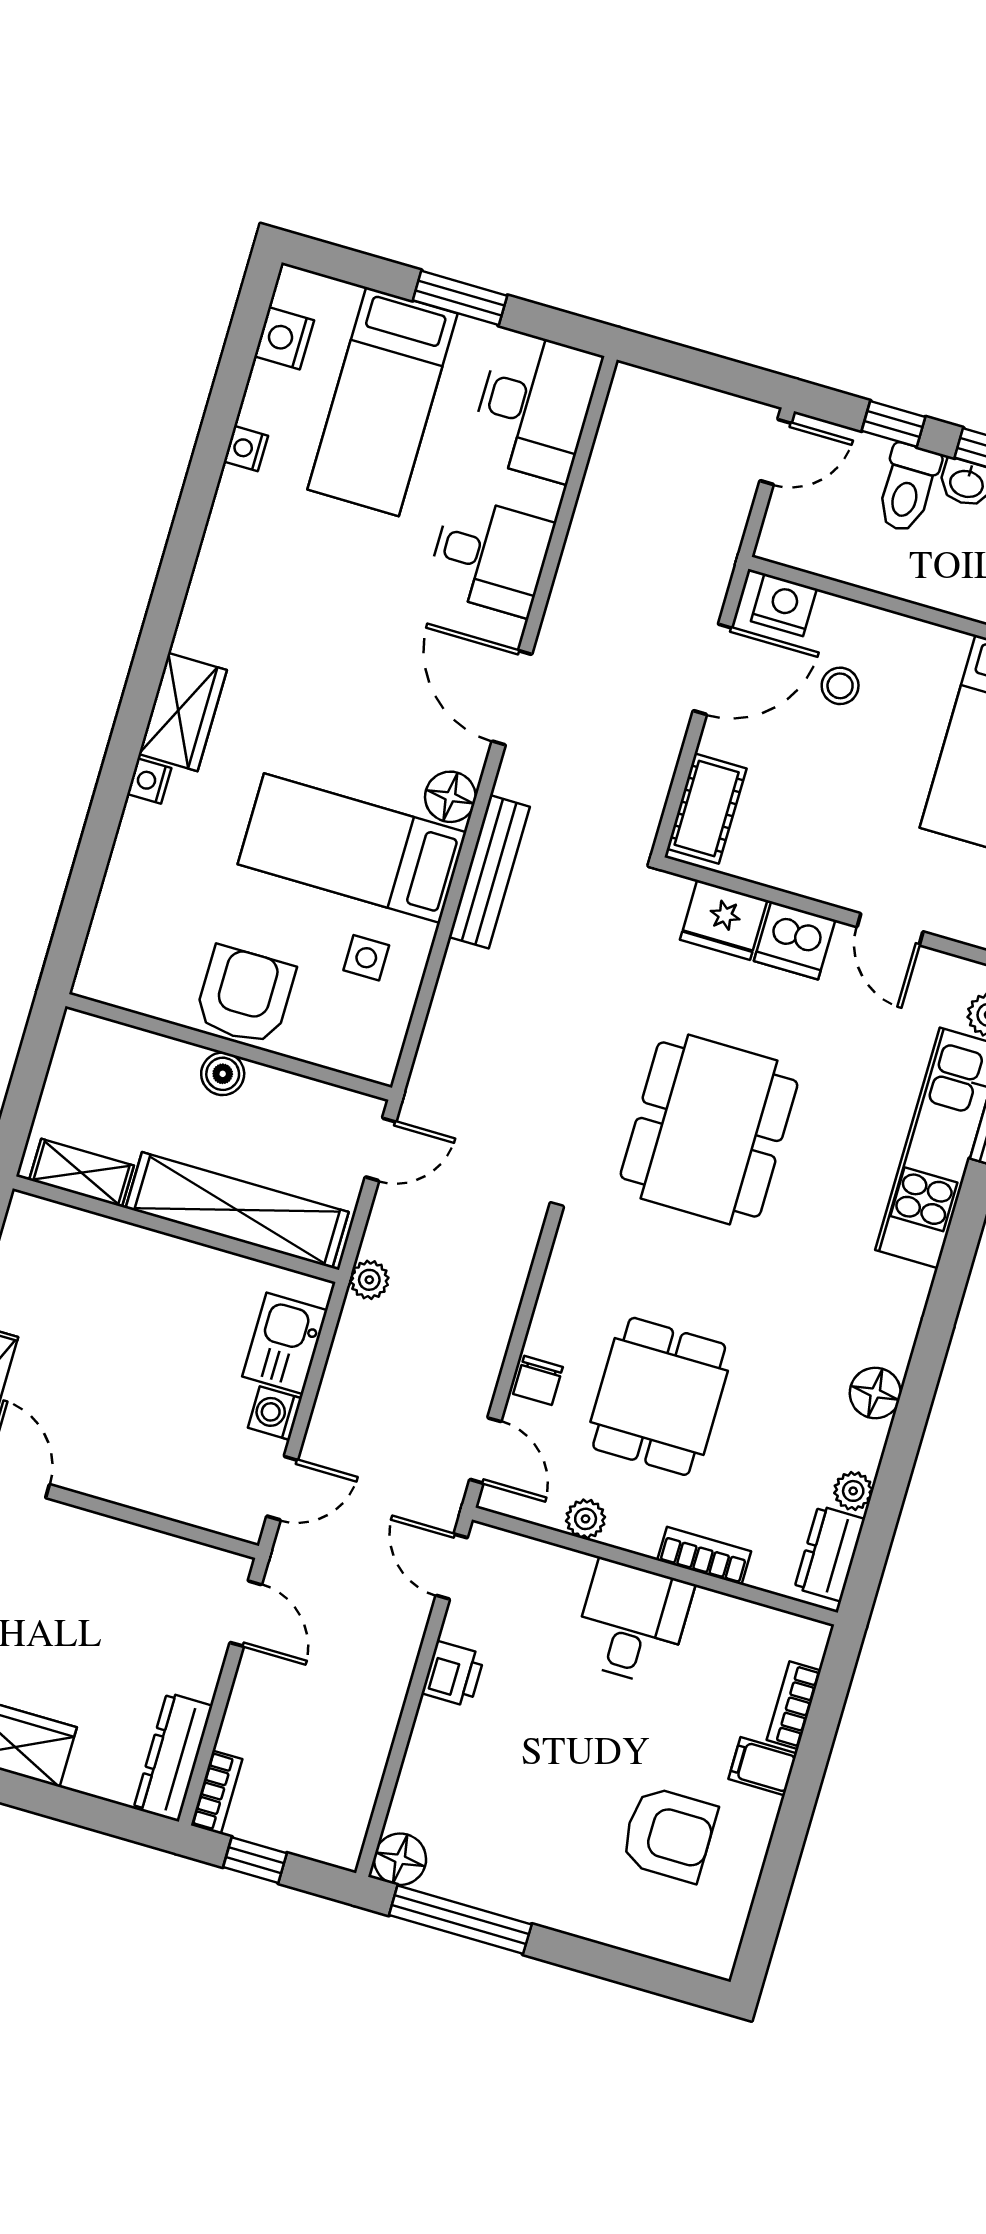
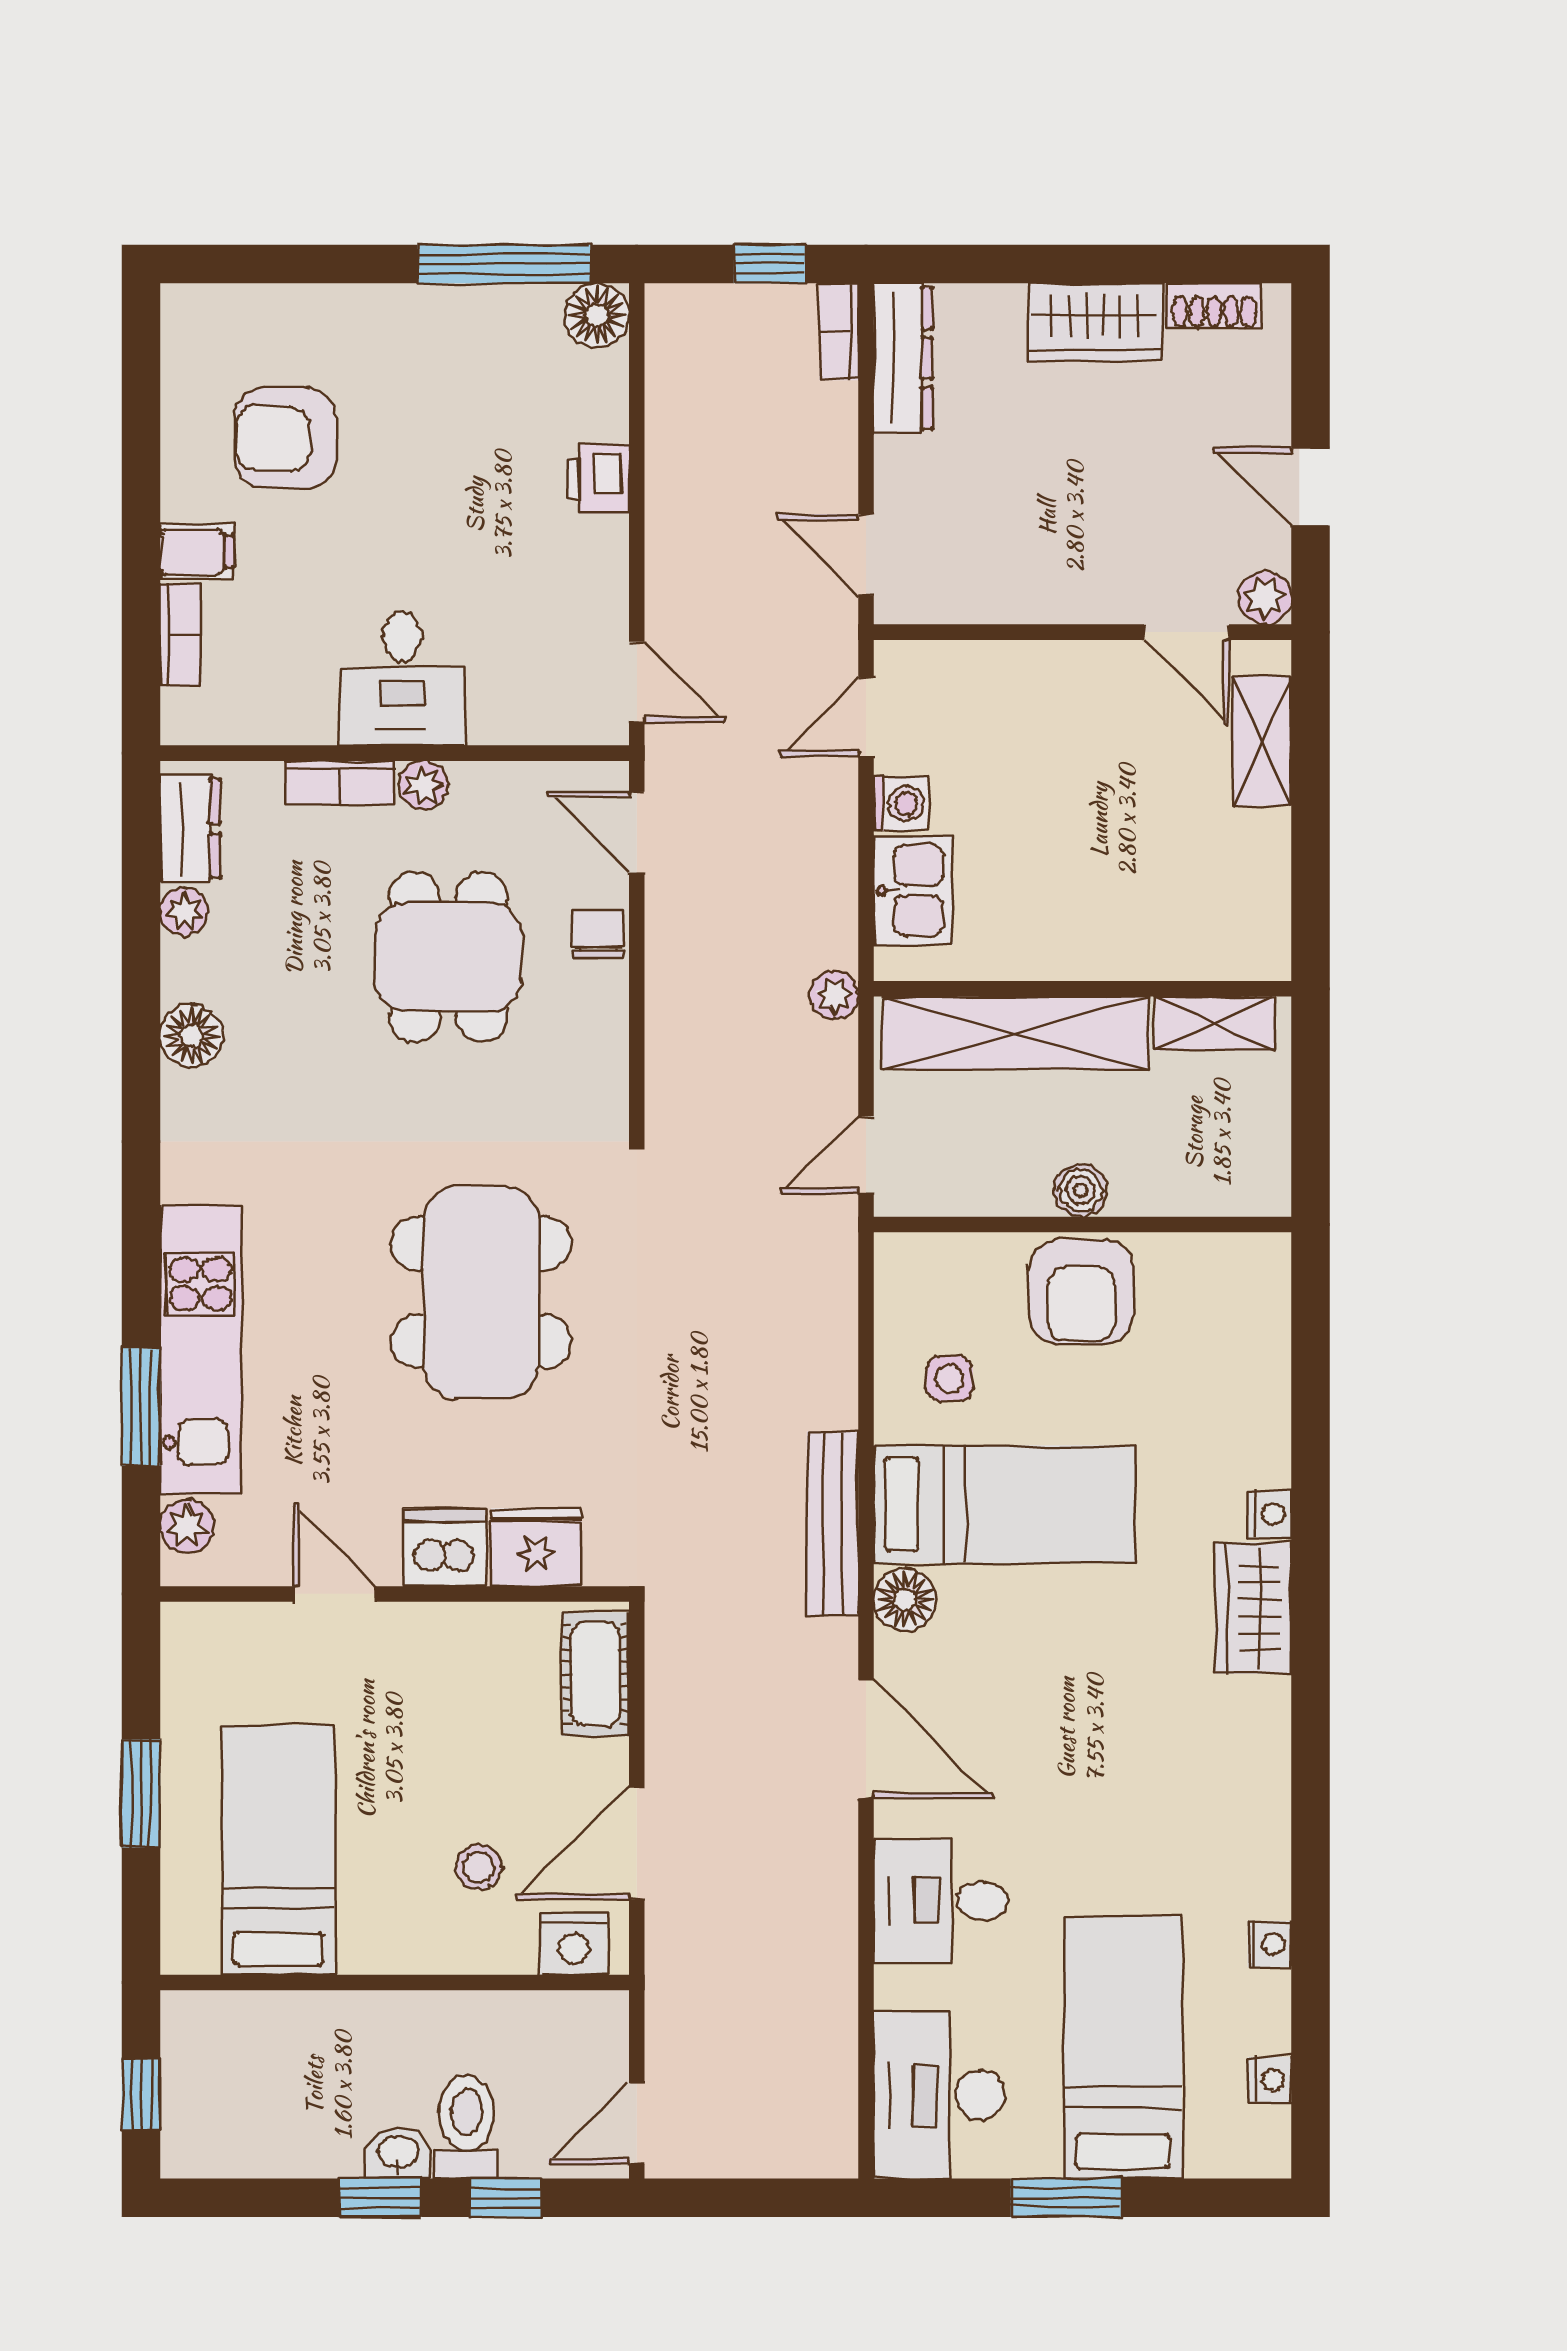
nightstand: (284, 338) -> (1270, 2080), width x0.72, depth x0.74
plant: (586, 1519) -> (423, 785), moved
printer: (453, 1674) -> (598, 479), moved

